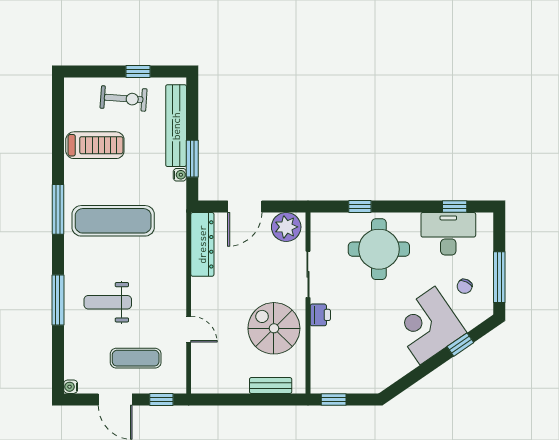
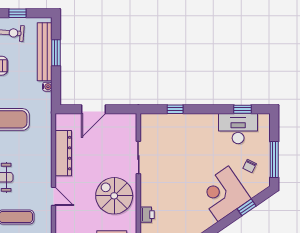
window: (192, 159) -> (56, 53), moved
plant: (286, 227) -> (123, 124), removed
dresser: (202, 244) -> (63, 153), moved
round table: (379, 249) -> (189, 140), removed
printer: (320, 315) -> (147, 215), moved

